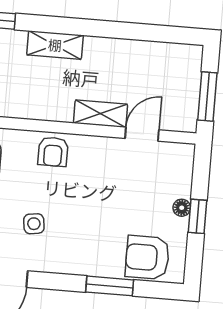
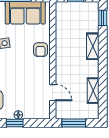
shelving: (101, 114) -> (93, 91), moved
armchair: (53, 152) -> (41, 50), turned -90

